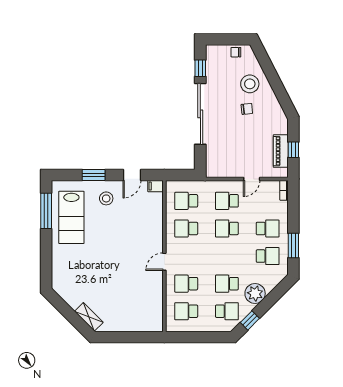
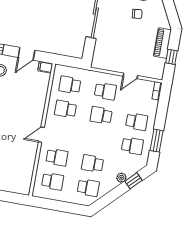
piano: (281, 151) -> (162, 43), moved
school desk: (227, 201) -> (105, 91), turned 180
school desk: (186, 284) -> (57, 157), turned 180
plant: (255, 294) -> (121, 178), width x0.53, depth x0.53
school desk: (186, 311) -> (53, 181), turned 180
window: (250, 320) -> (133, 181), moved

